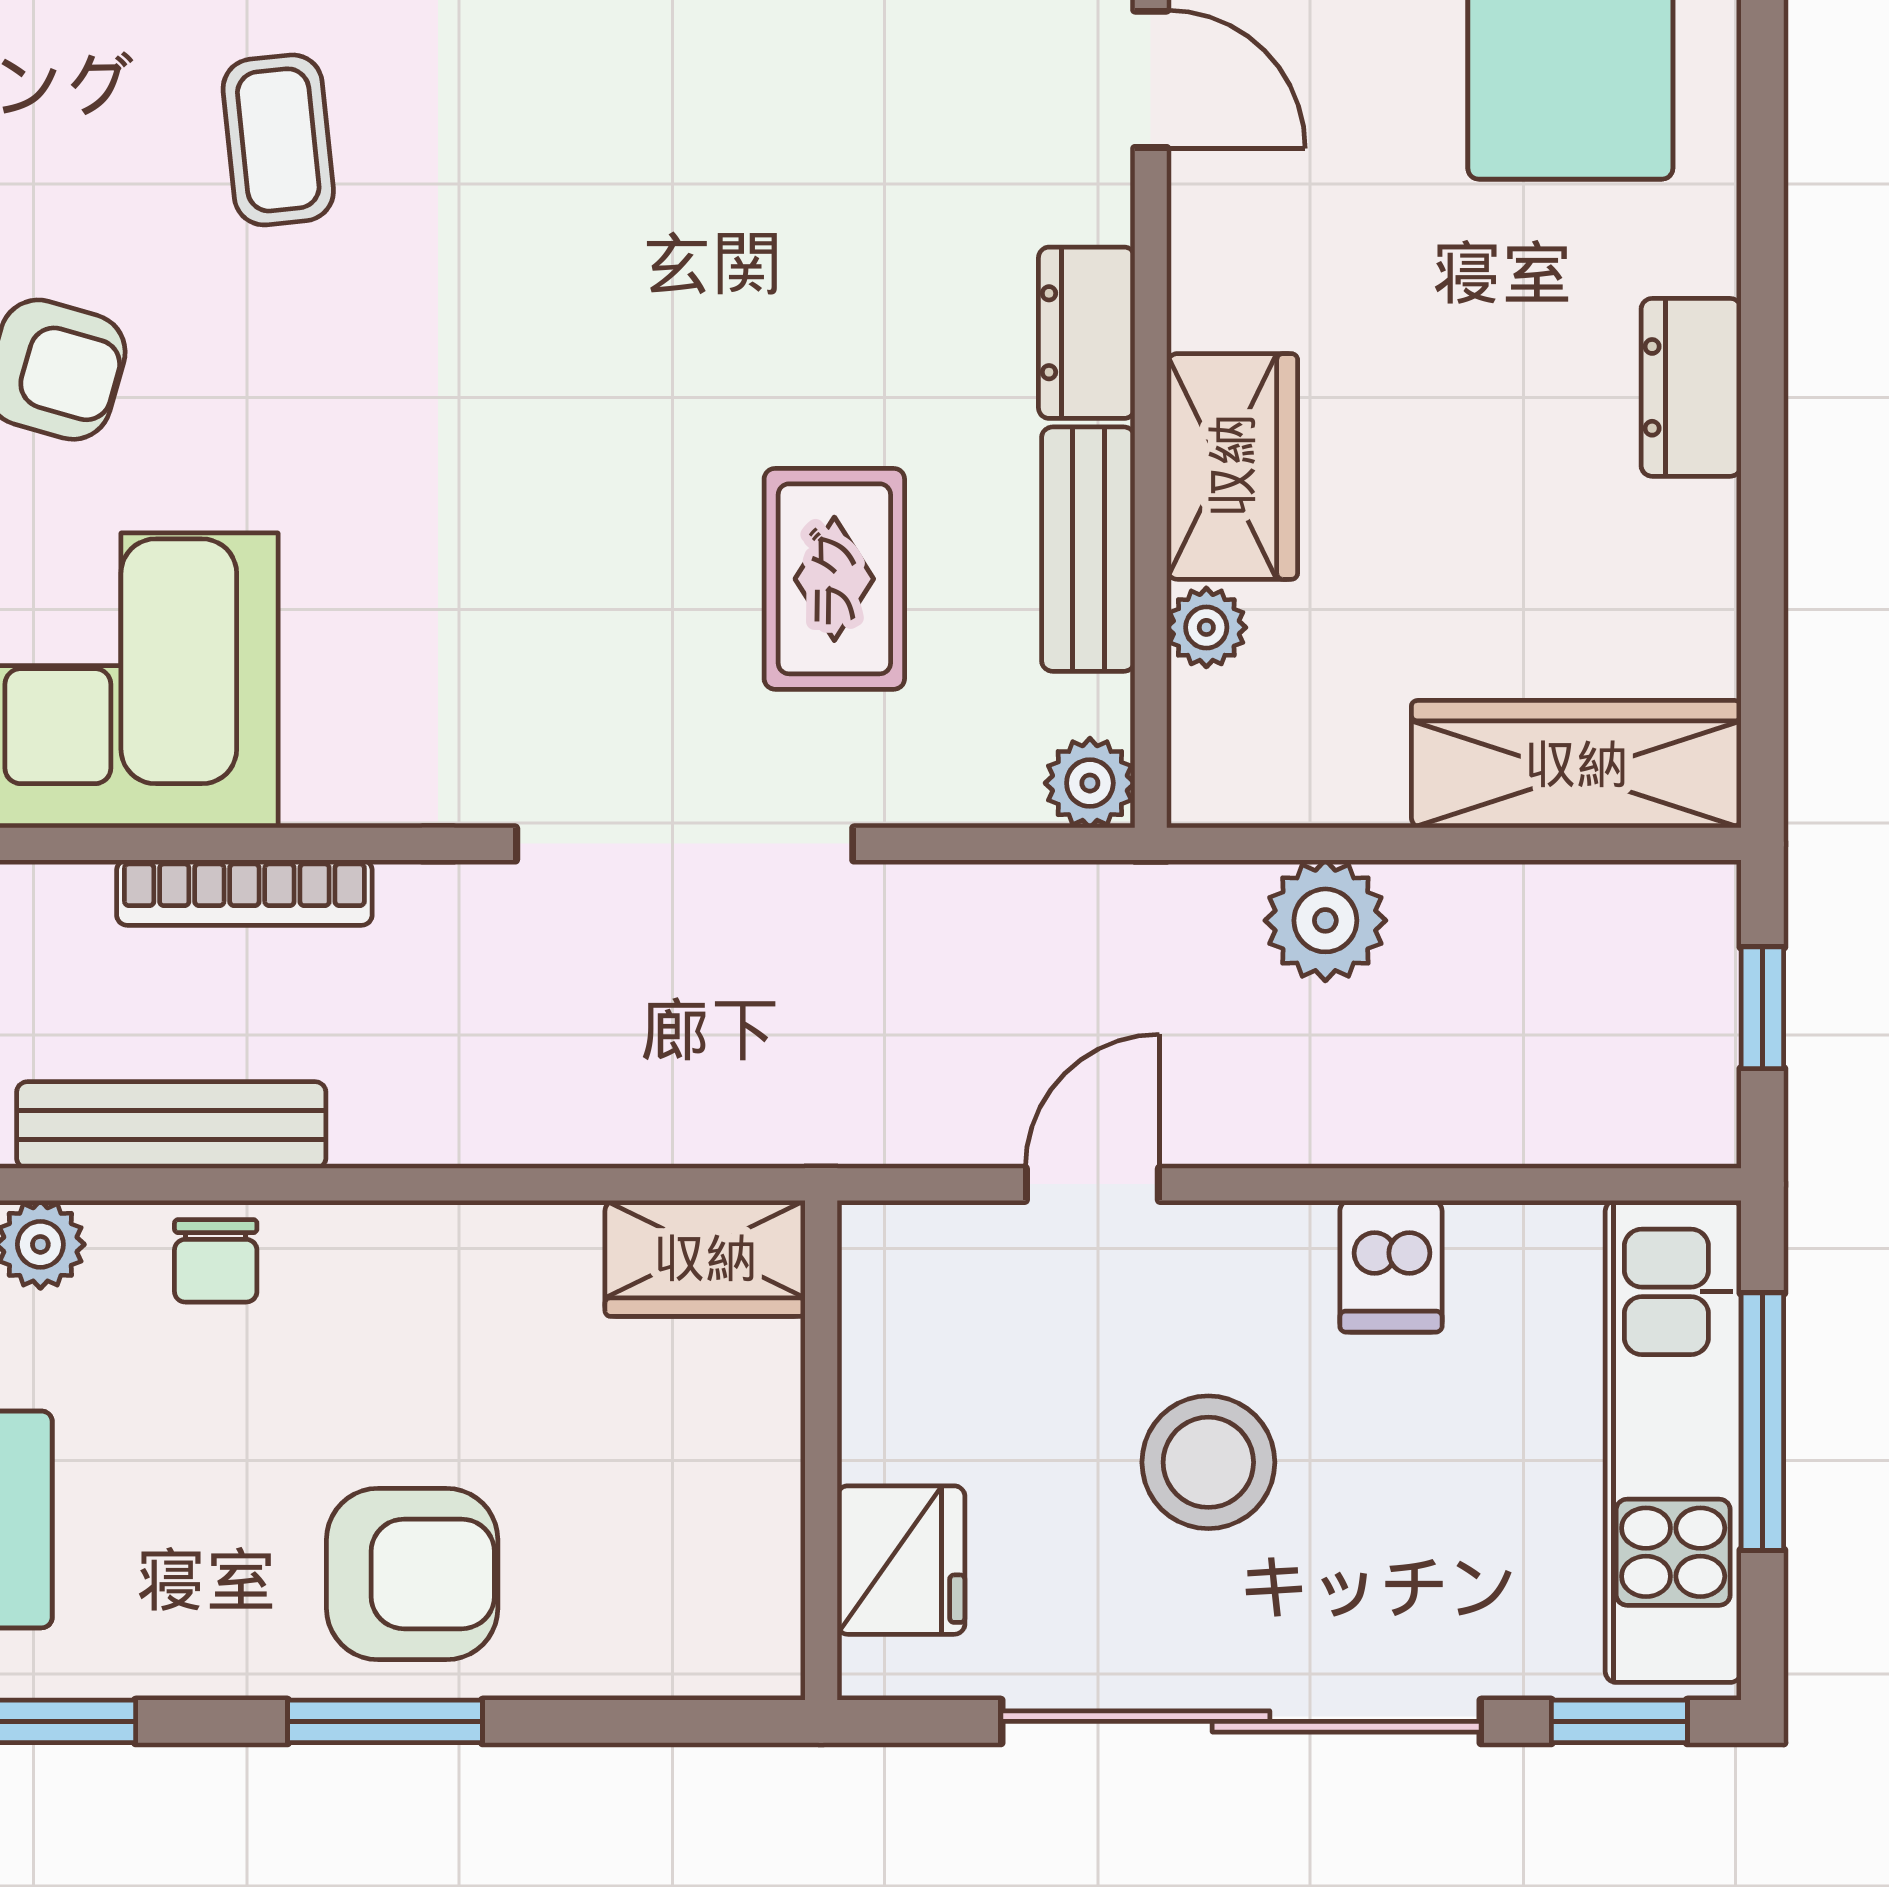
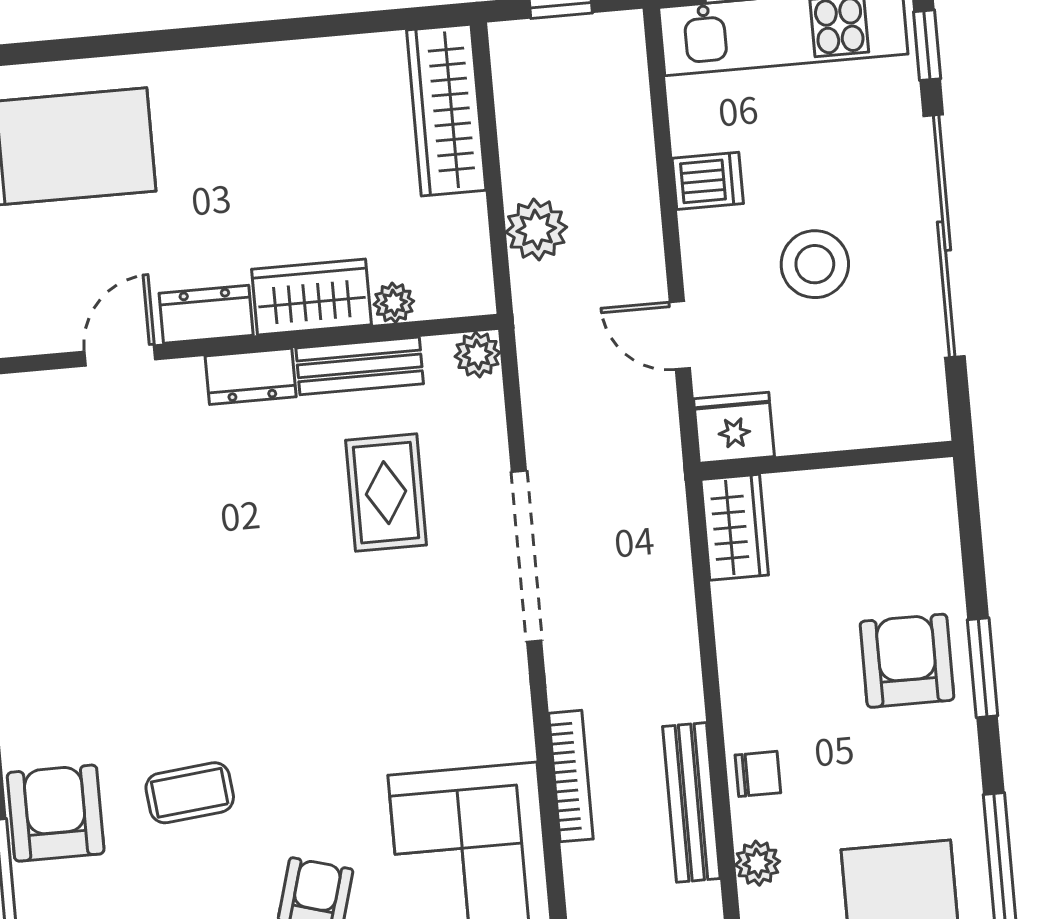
dresser: (1691, 387) -> (206, 314), moved, turned 180
rug: (834, 579) -> (386, 493), turned 90
fridge: (901, 1560) -> (734, 428), moved

